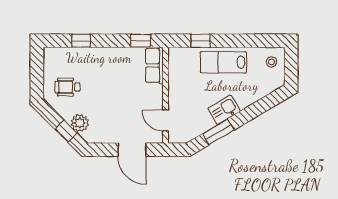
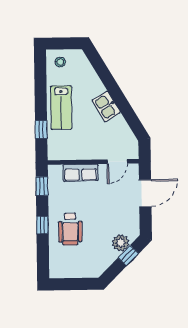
window: (81, 41) -> (42, 225), moved
row of seats: (154, 65) -> (81, 173), moved
wheelchair: (67, 87) -> (70, 229), moved, width x1.36, depth x1.37
window: (218, 132) -> (127, 112), removed

